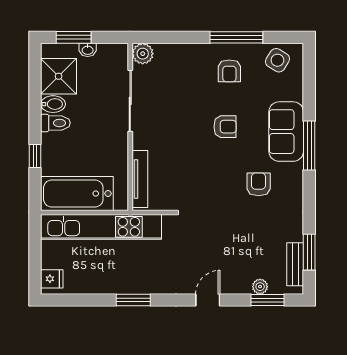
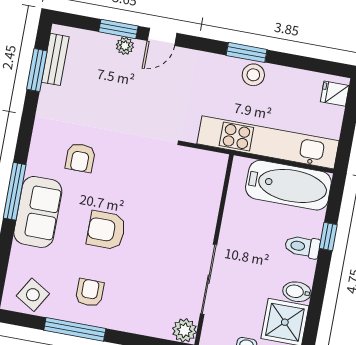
toilet: (55, 123) -> (302, 247), moved
armchair: (225, 127) -> (106, 230), width x1.38, depth x1.38
tv unit: (140, 179) -> (214, 188), removed
stool: (124, 282) -> (253, 75), added
plant: (260, 287) -> (125, 46), moved
window: (267, 300) -> (118, 29), moved

